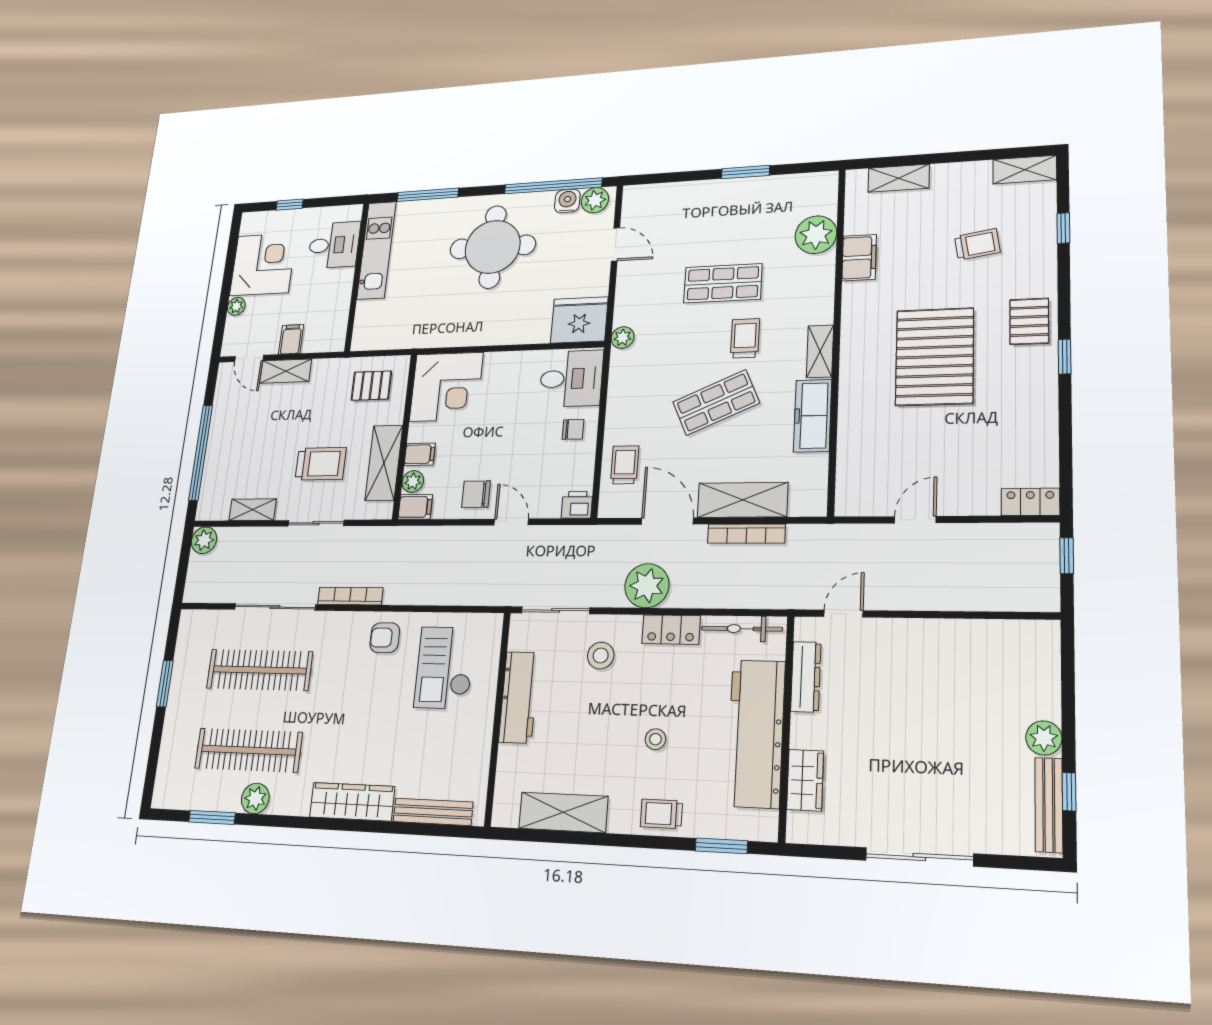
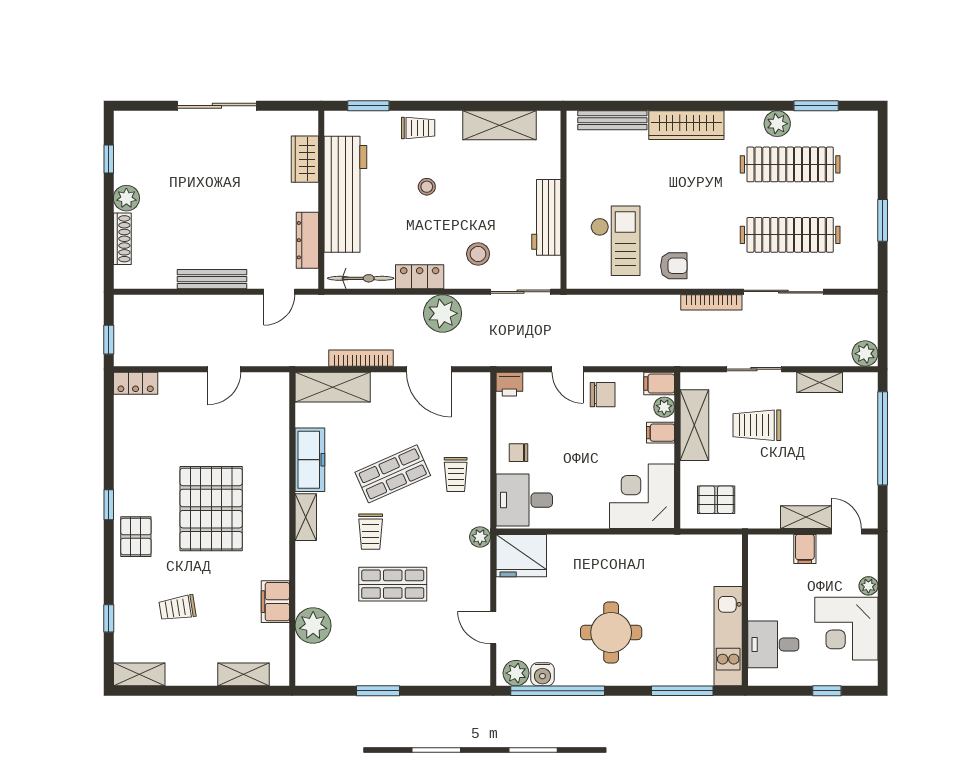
round table: (493, 247) -> (611, 632), width x0.73, depth x0.73
trolley: (625, 465) -> (456, 474), moved
shelving: (743, 500) -> (333, 387), moved
shoe rack: (1049, 684) -> (122, 239), added
bench: (1049, 805) -> (212, 279), moved, turned 90

